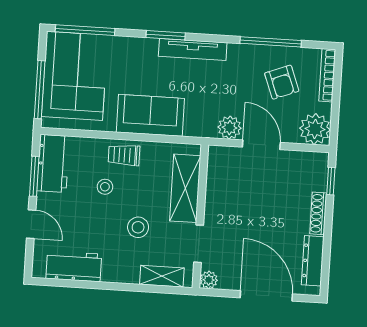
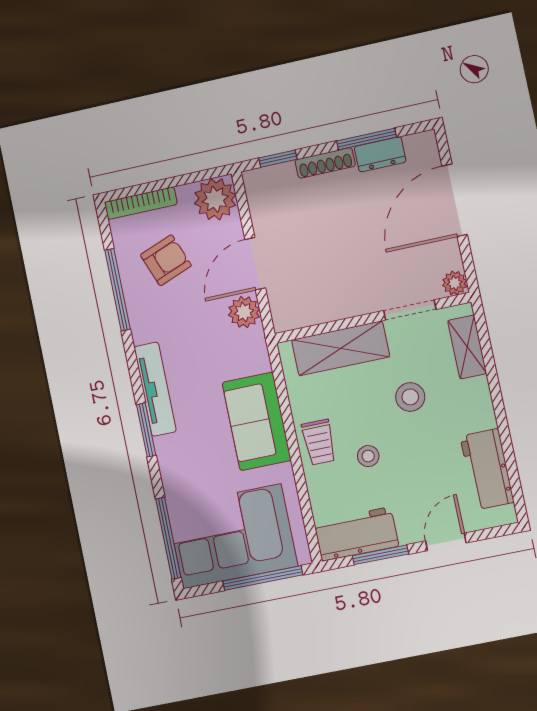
window: (327, 247) -> (366, 139), added
dresser: (313, 261) -> (380, 154), width x0.70

